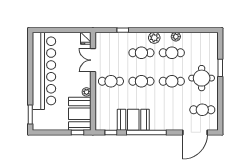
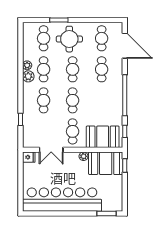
plant: (154, 38) -> (28, 76), moved
cafe table: (202, 53) -> (44, 38), added
cafe table: (172, 110) -> (102, 69), added
booth: (133, 120) -> (103, 137), moved, turned 90

